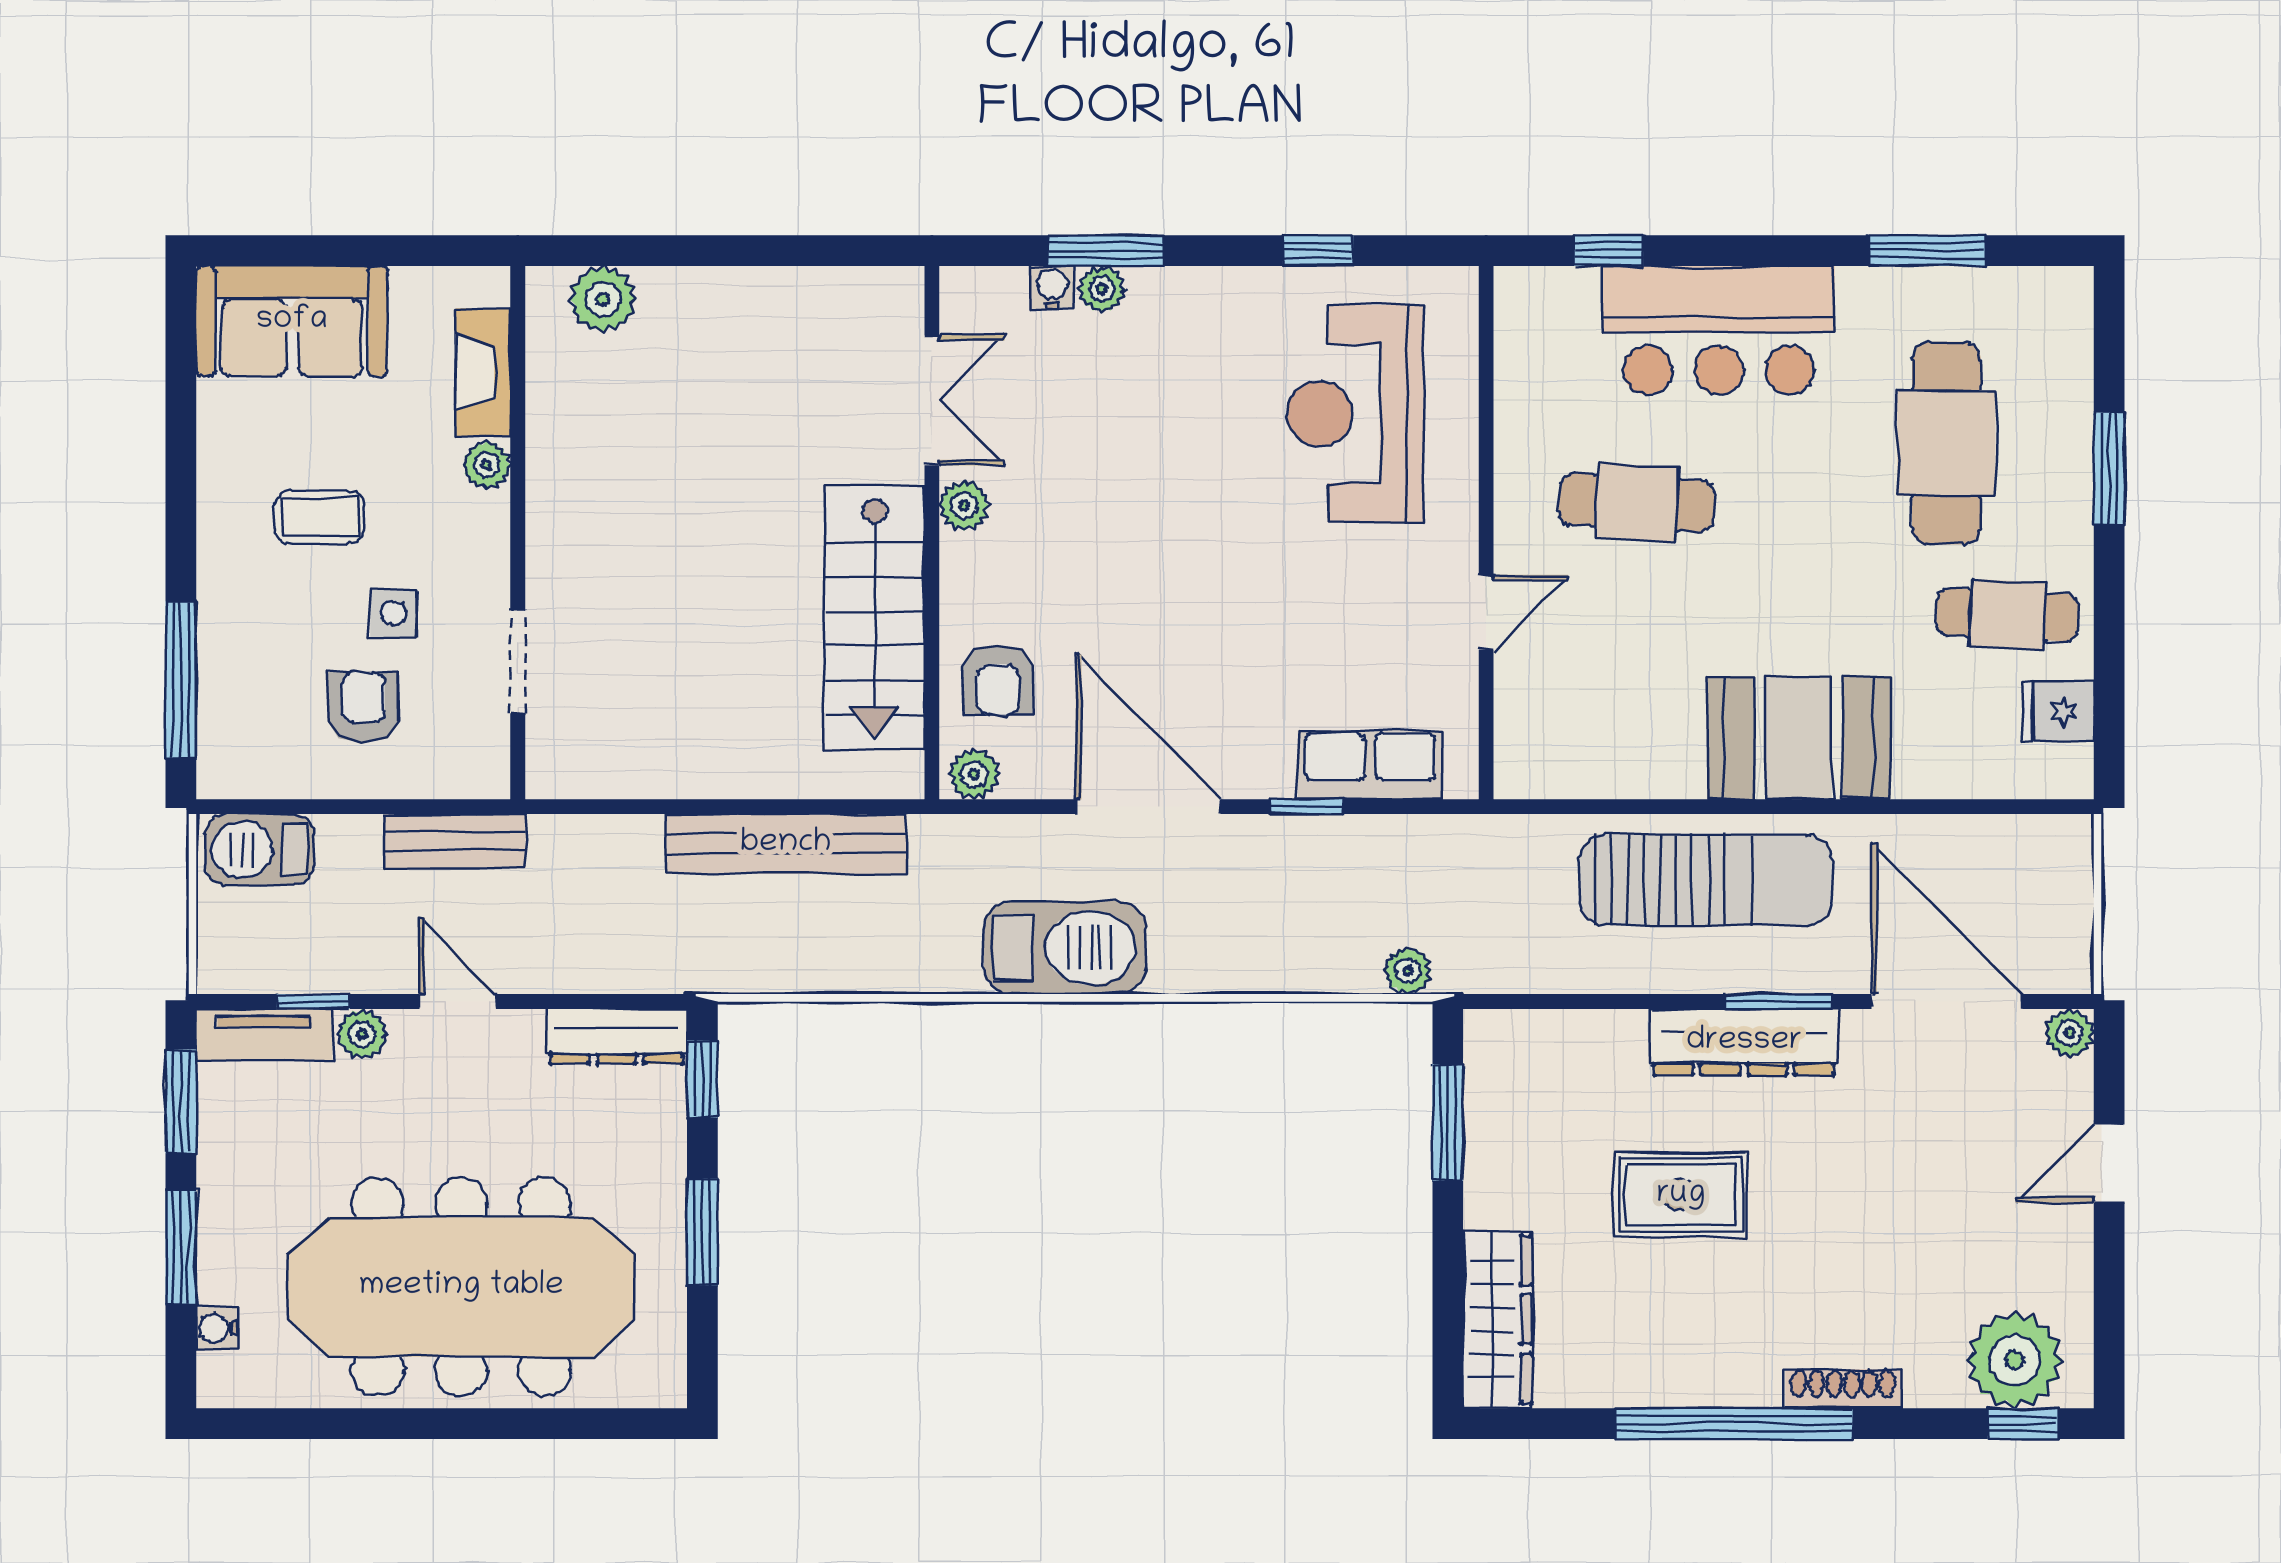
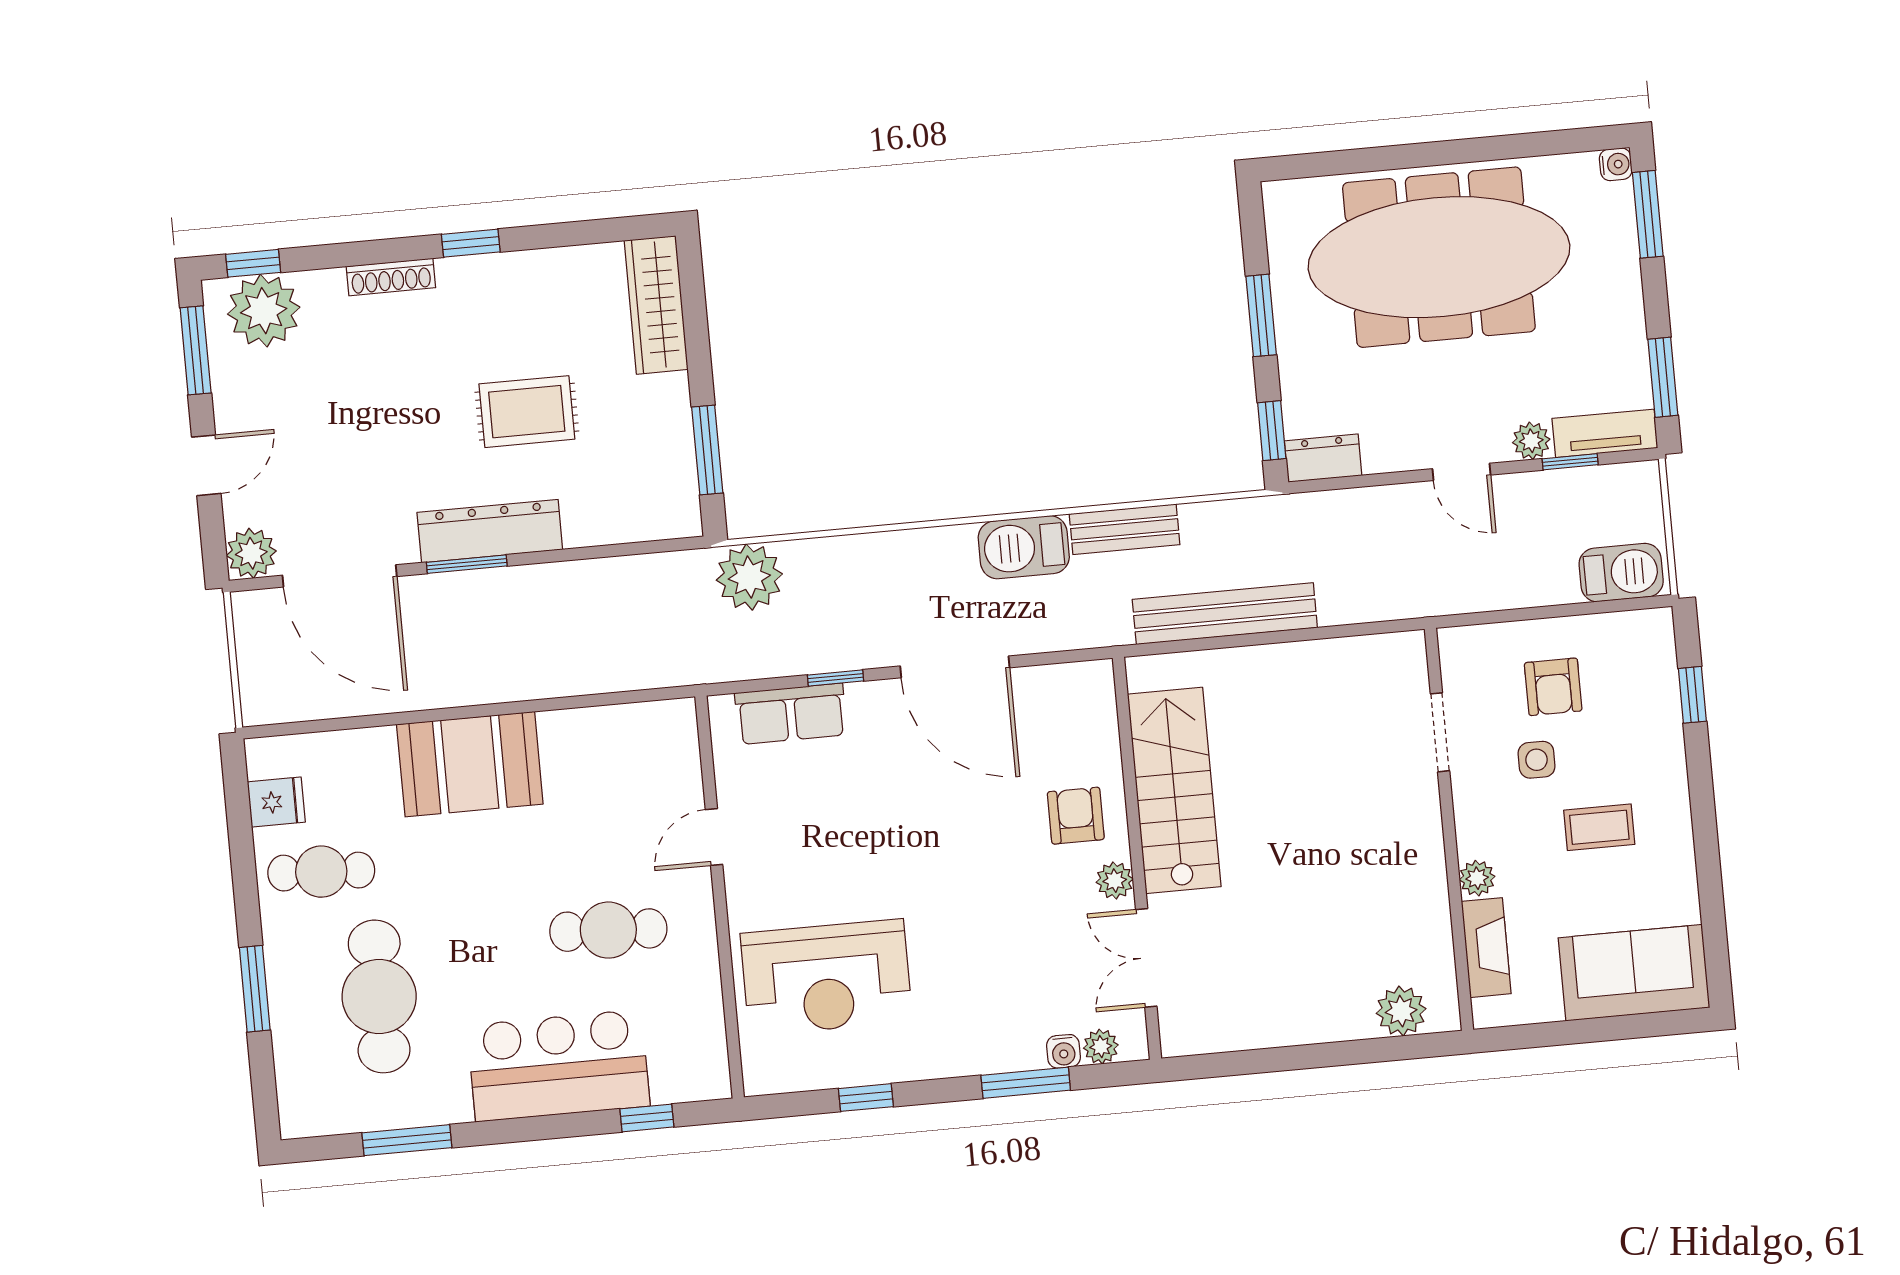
plant: (1102, 289) -> (1101, 1047), moved
reception desk: (1355, 414) -> (826, 977), turned 90
window: (181, 680) -> (1692, 695), width x0.46
armchair: (998, 680) -> (1076, 816), moved
plant: (974, 774) -> (1088, 679), removed
bench: (455, 841) -> (1125, 529), moved
sun lounger: (1706, 880) -> (530, 651), removed
barbecue: (1065, 948) -> (1024, 547), width x0.73, depth x0.83
plant: (1408, 971) -> (749, 577), width x1.88, depth x1.88
plant: (2070, 1033) -> (251, 553), width x1.38, depth x1.38
dresser: (617, 1036) -> (1323, 458), width x0.70
window: (181, 1248) -> (1648, 214), moved
window: (2109, 1316) -> (196, 350), added
water cooler: (217, 1328) -> (1616, 164), moved
window: (1734, 1424) -> (471, 243), width x0.32

